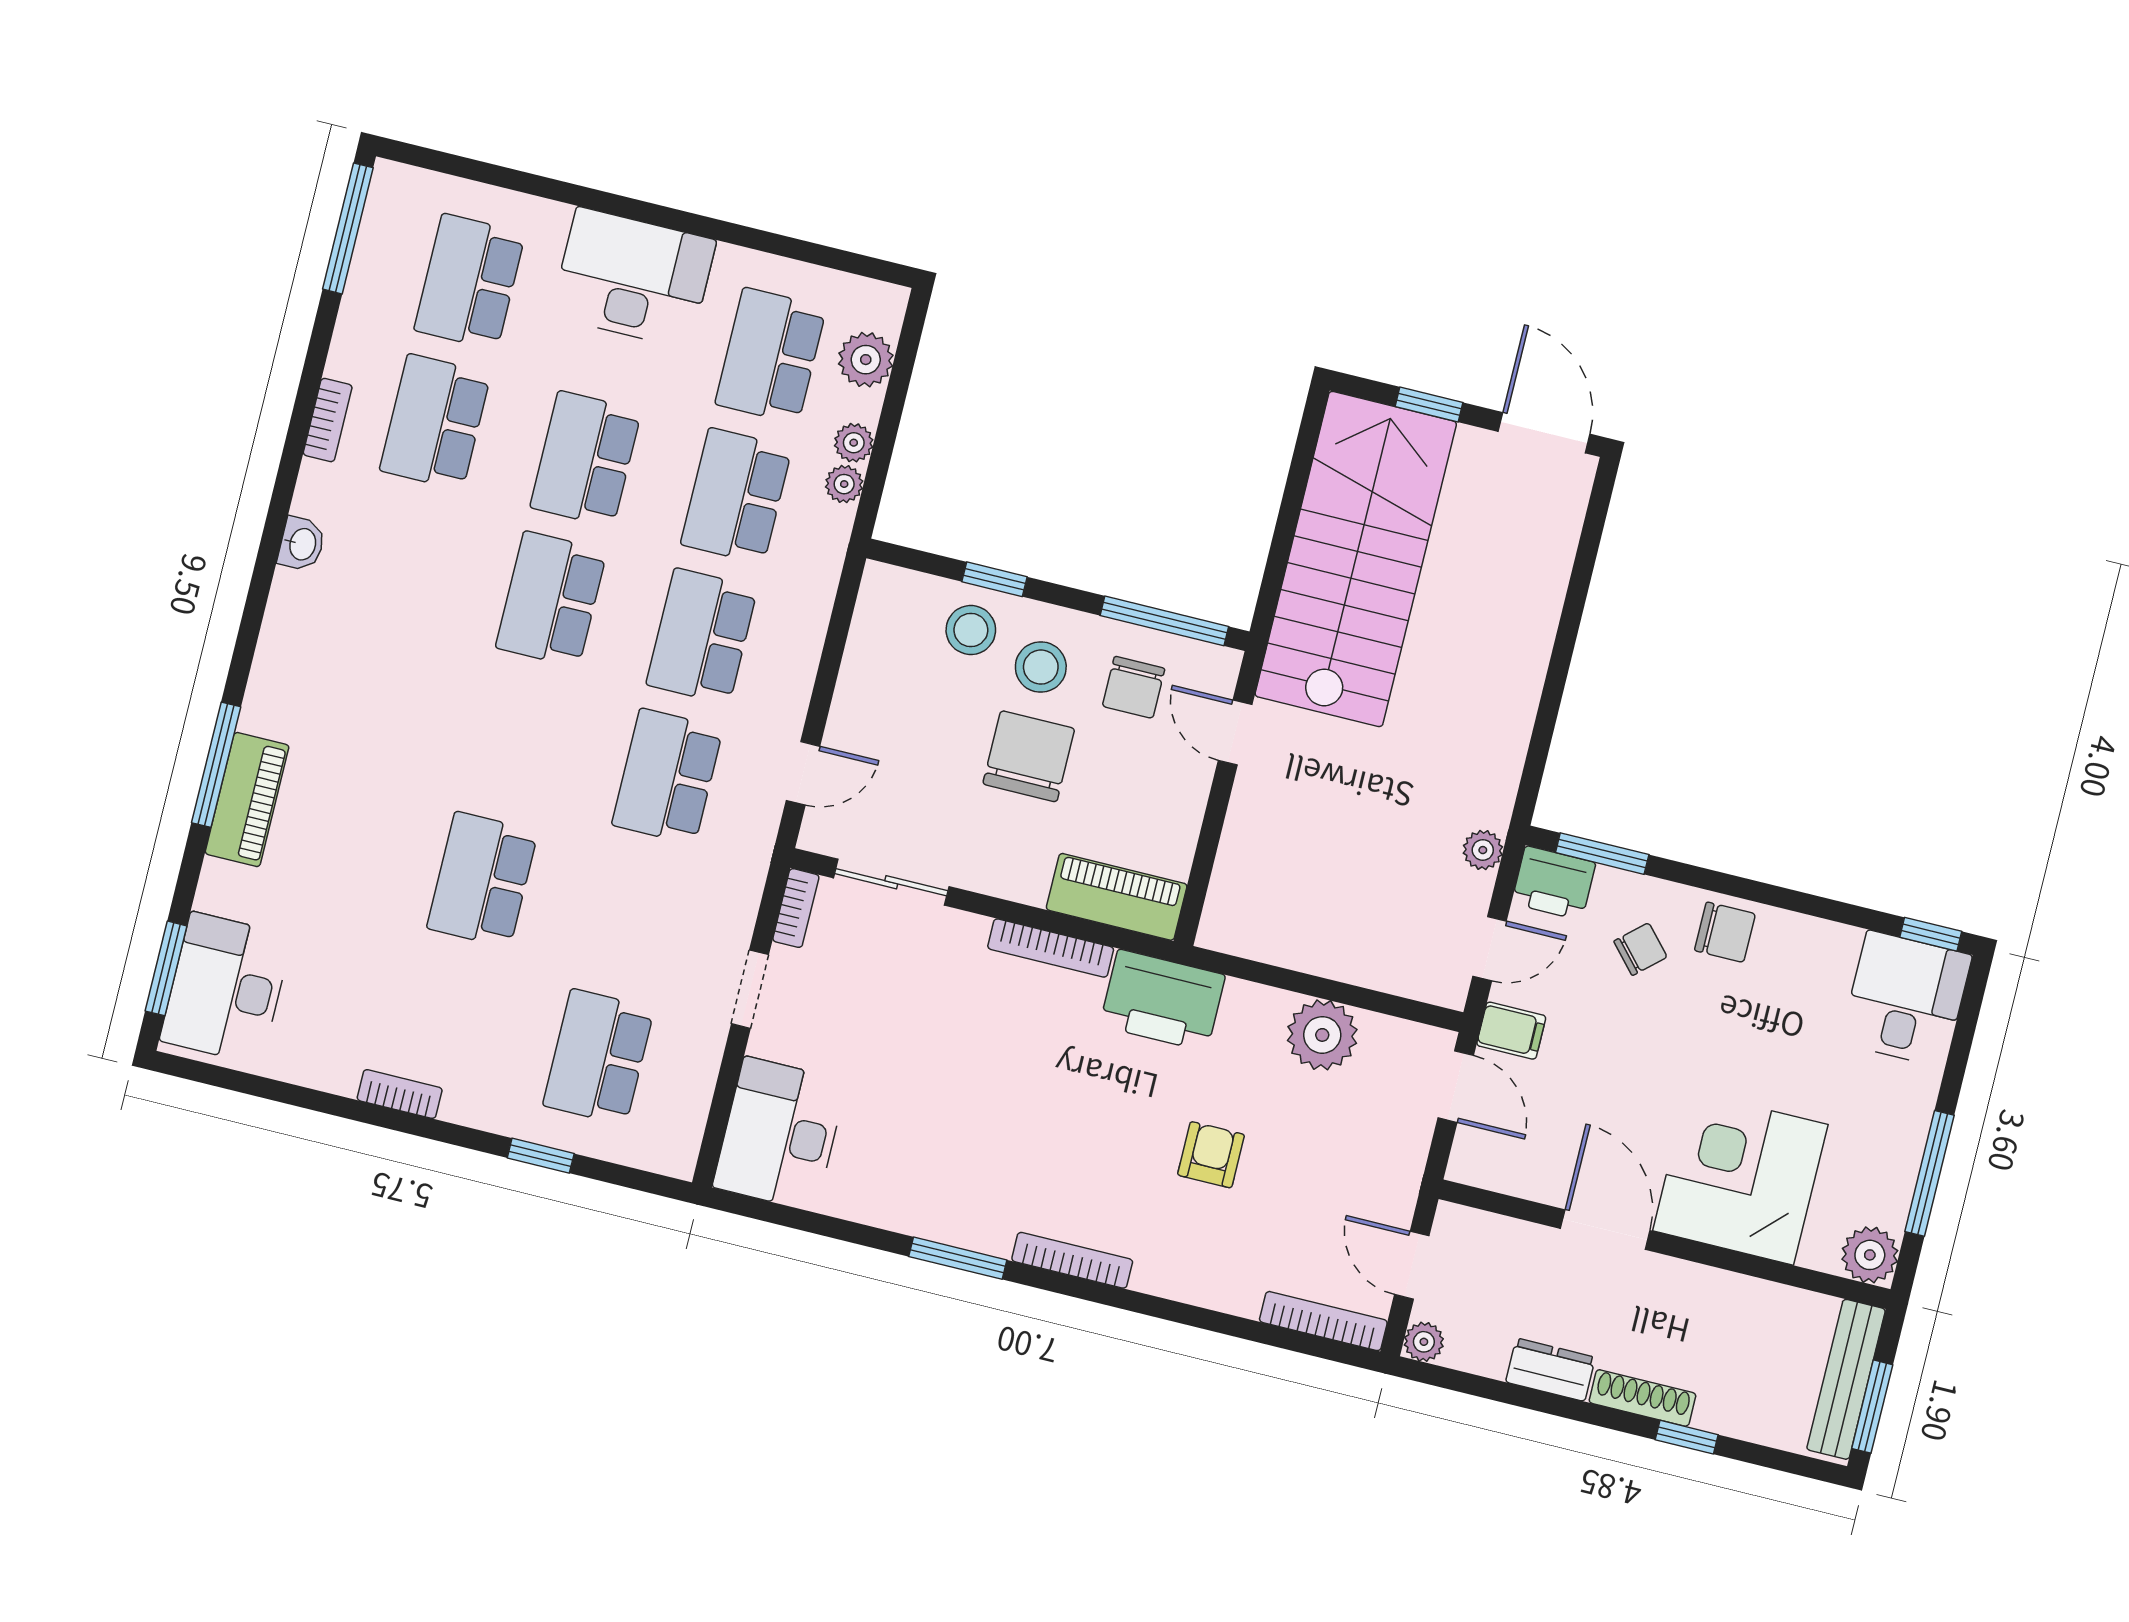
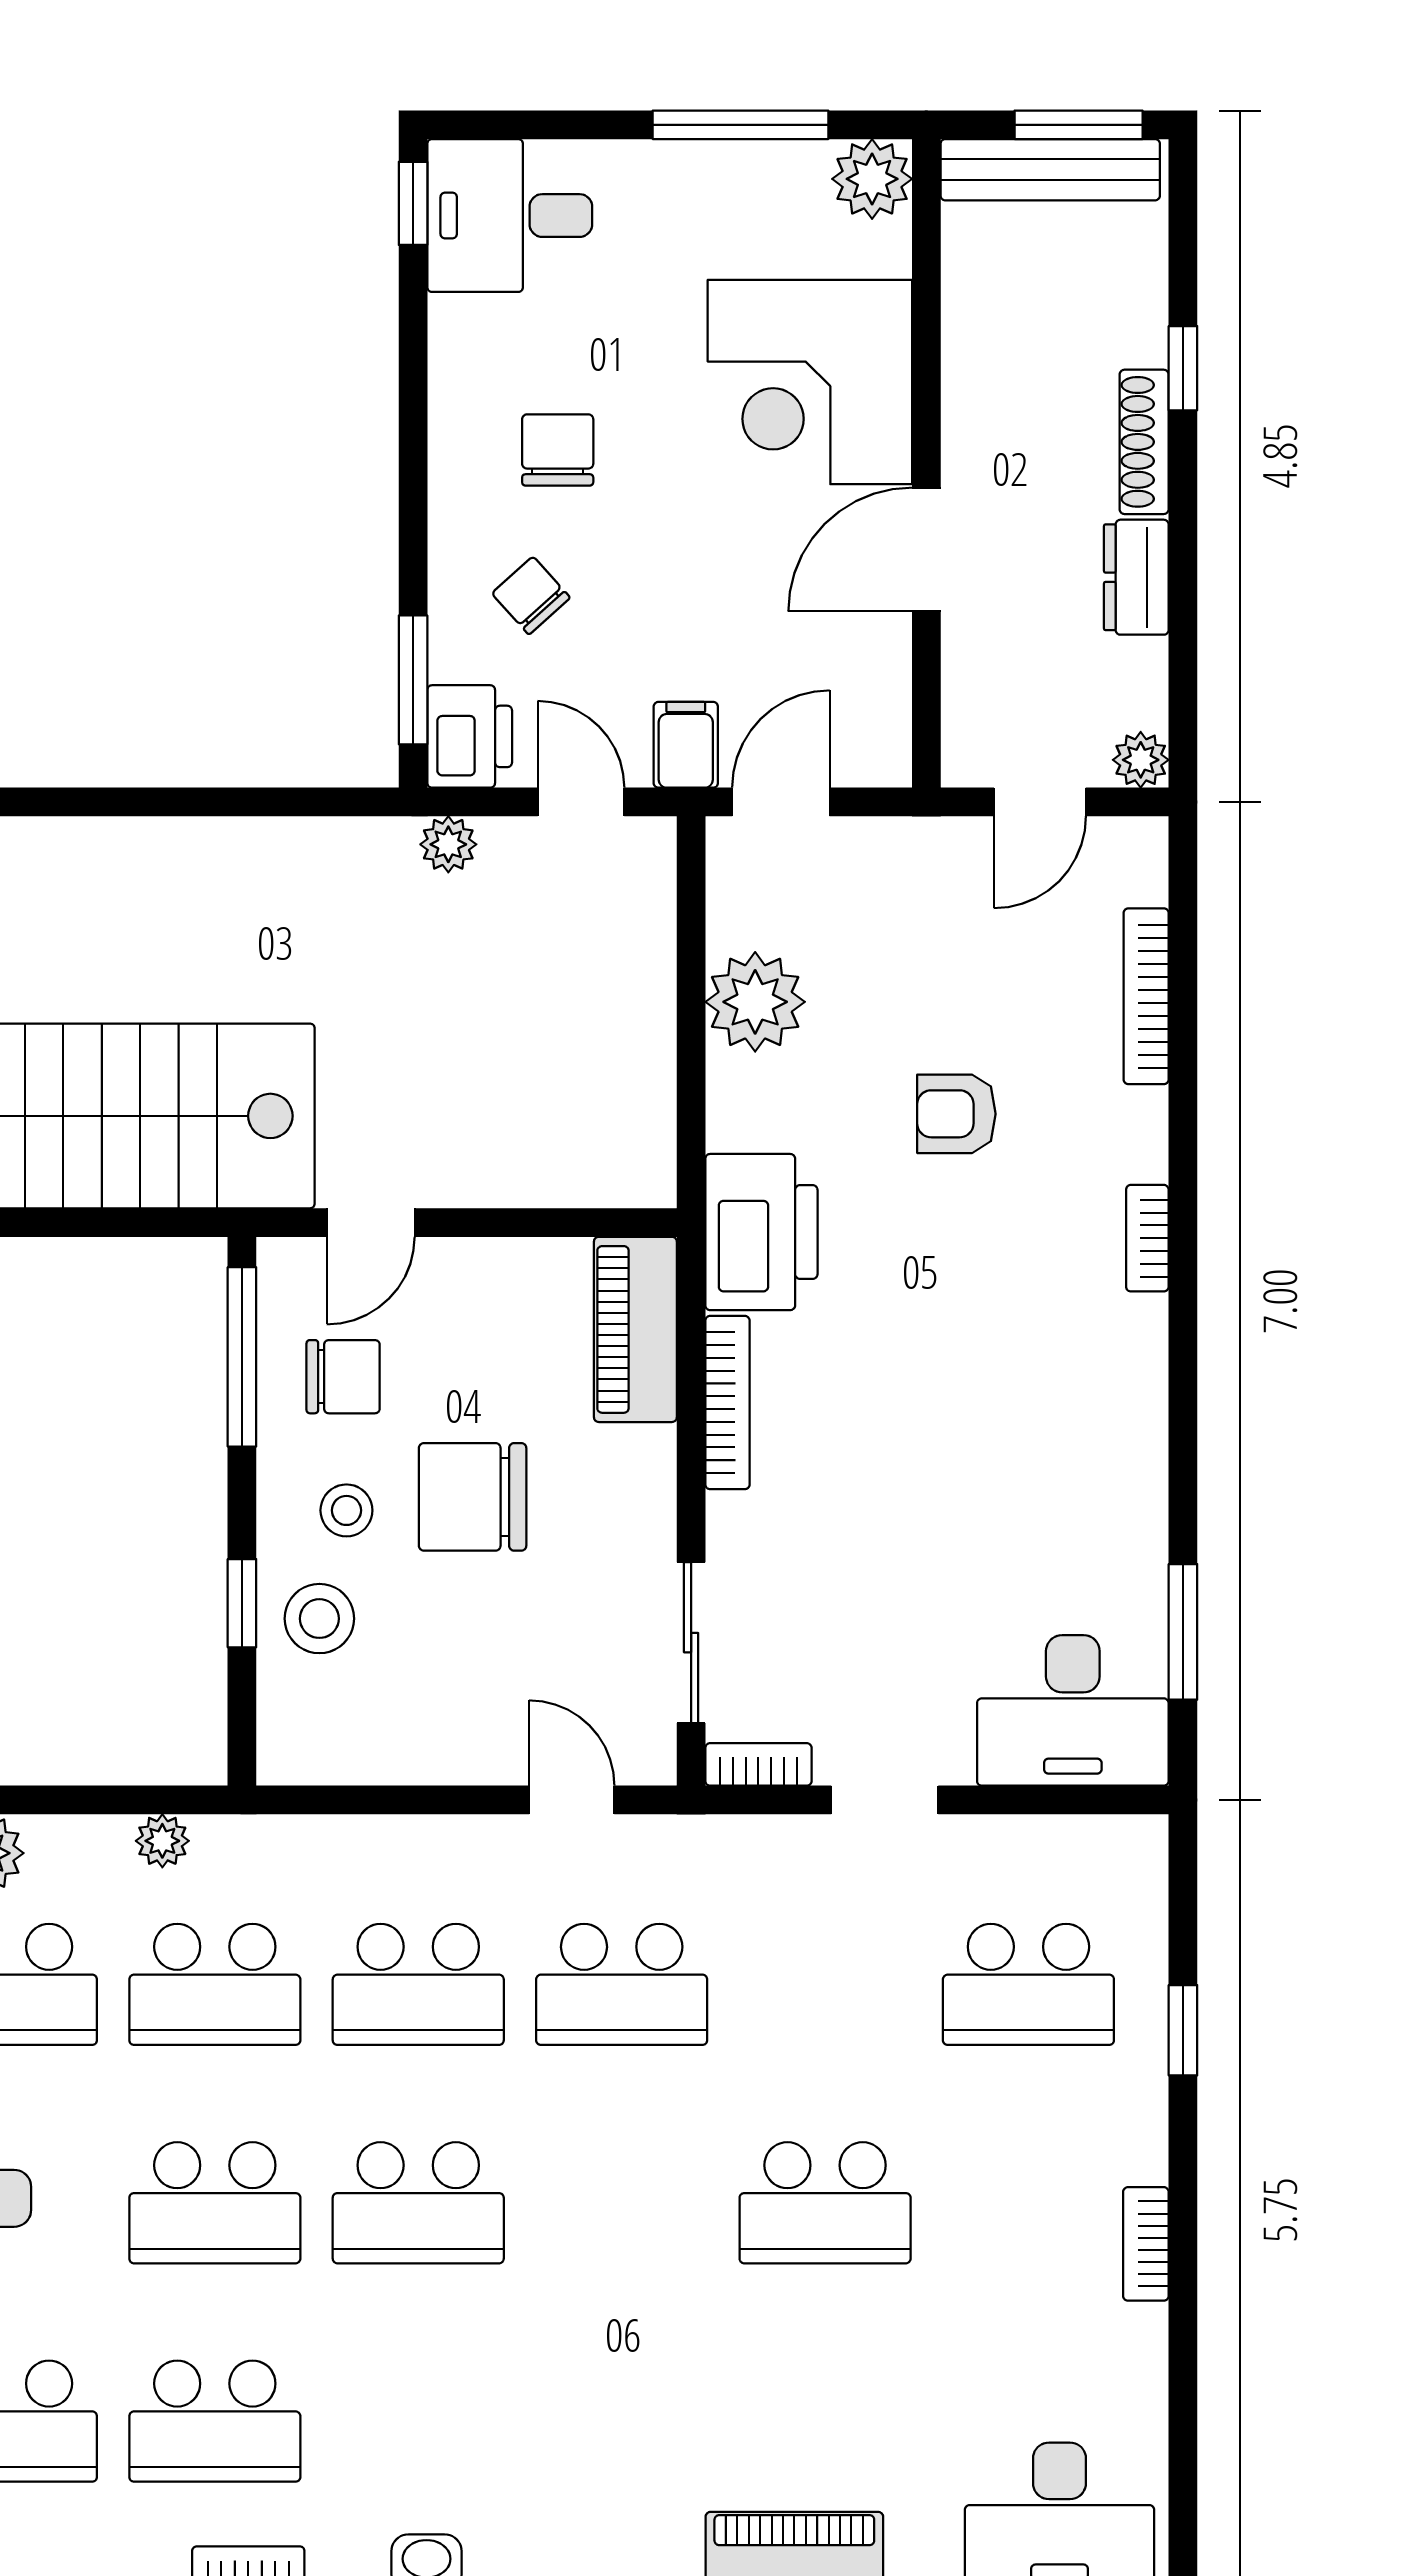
plant: (854, 443) -> (103, 1842), removed
stool: (1041, 667) -> (346, 1510), width x0.73, depth x0.73
chair: (1725, 932) -> (558, 450), moved
window: (958, 1258) -> (1183, 1632), moved
bookcase: (1072, 1260) -> (1147, 1238), width x0.64
bookcase: (1323, 1321) -> (1146, 996), moved

